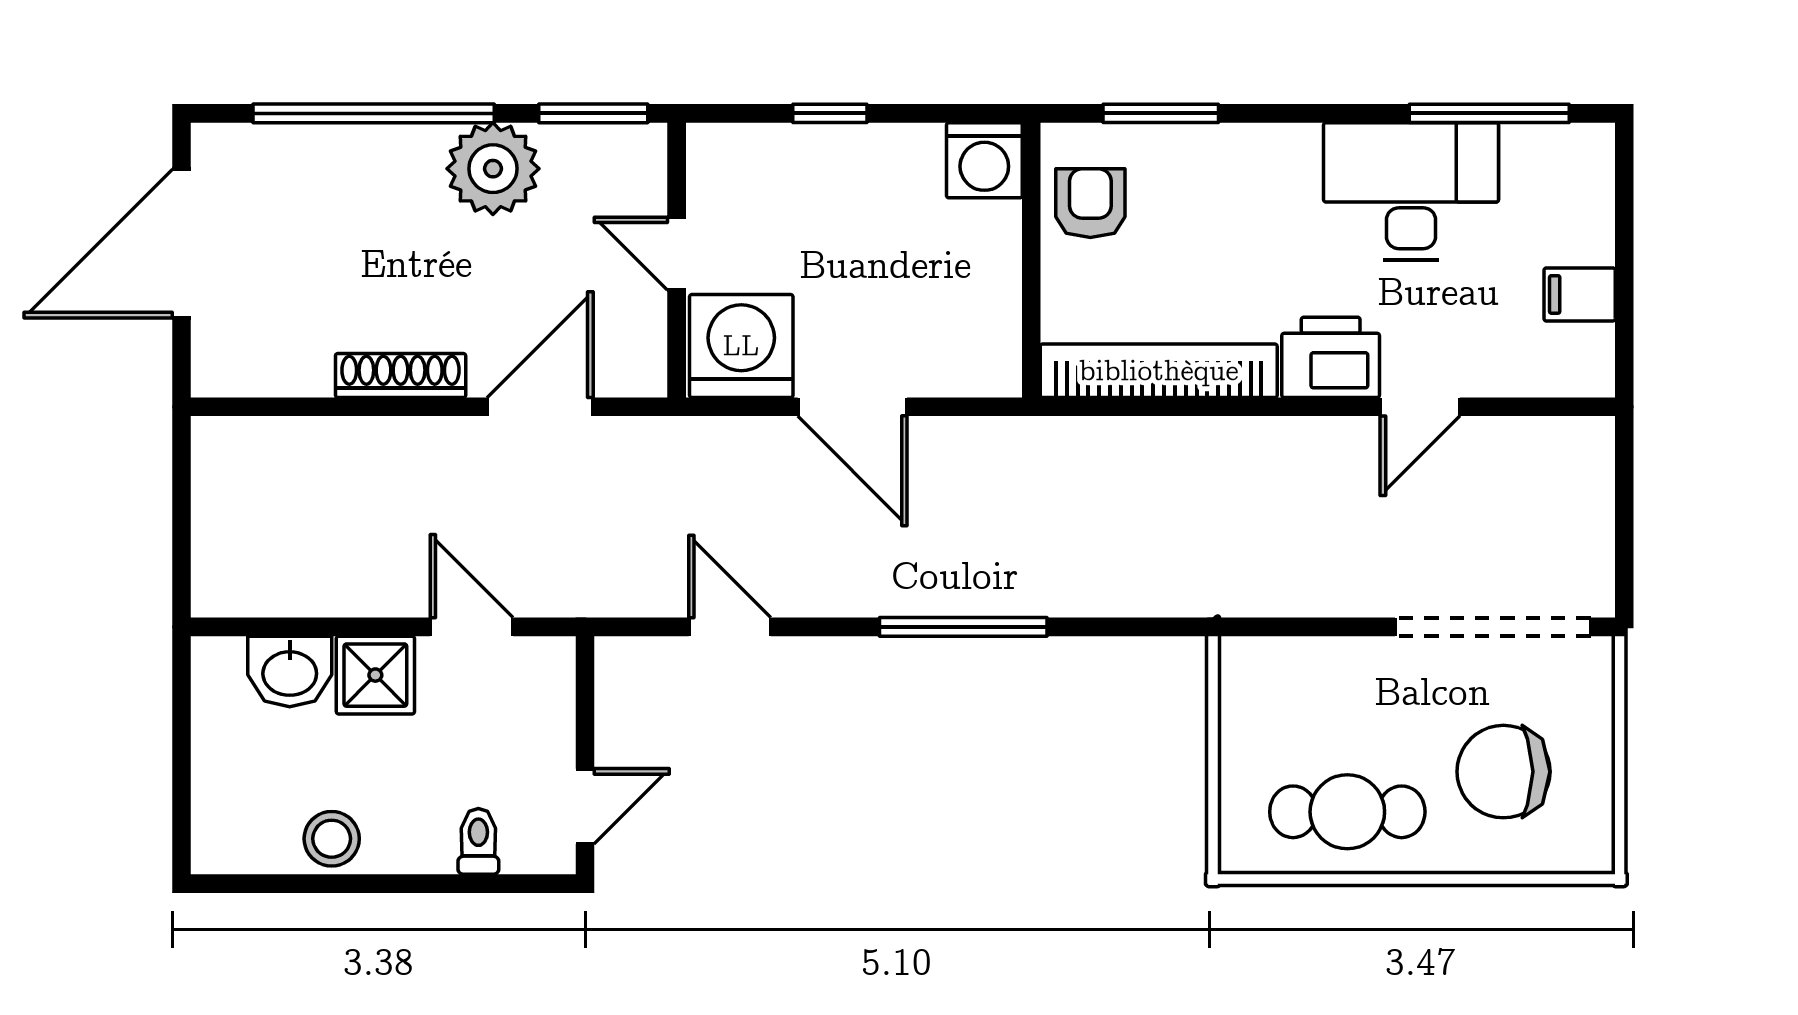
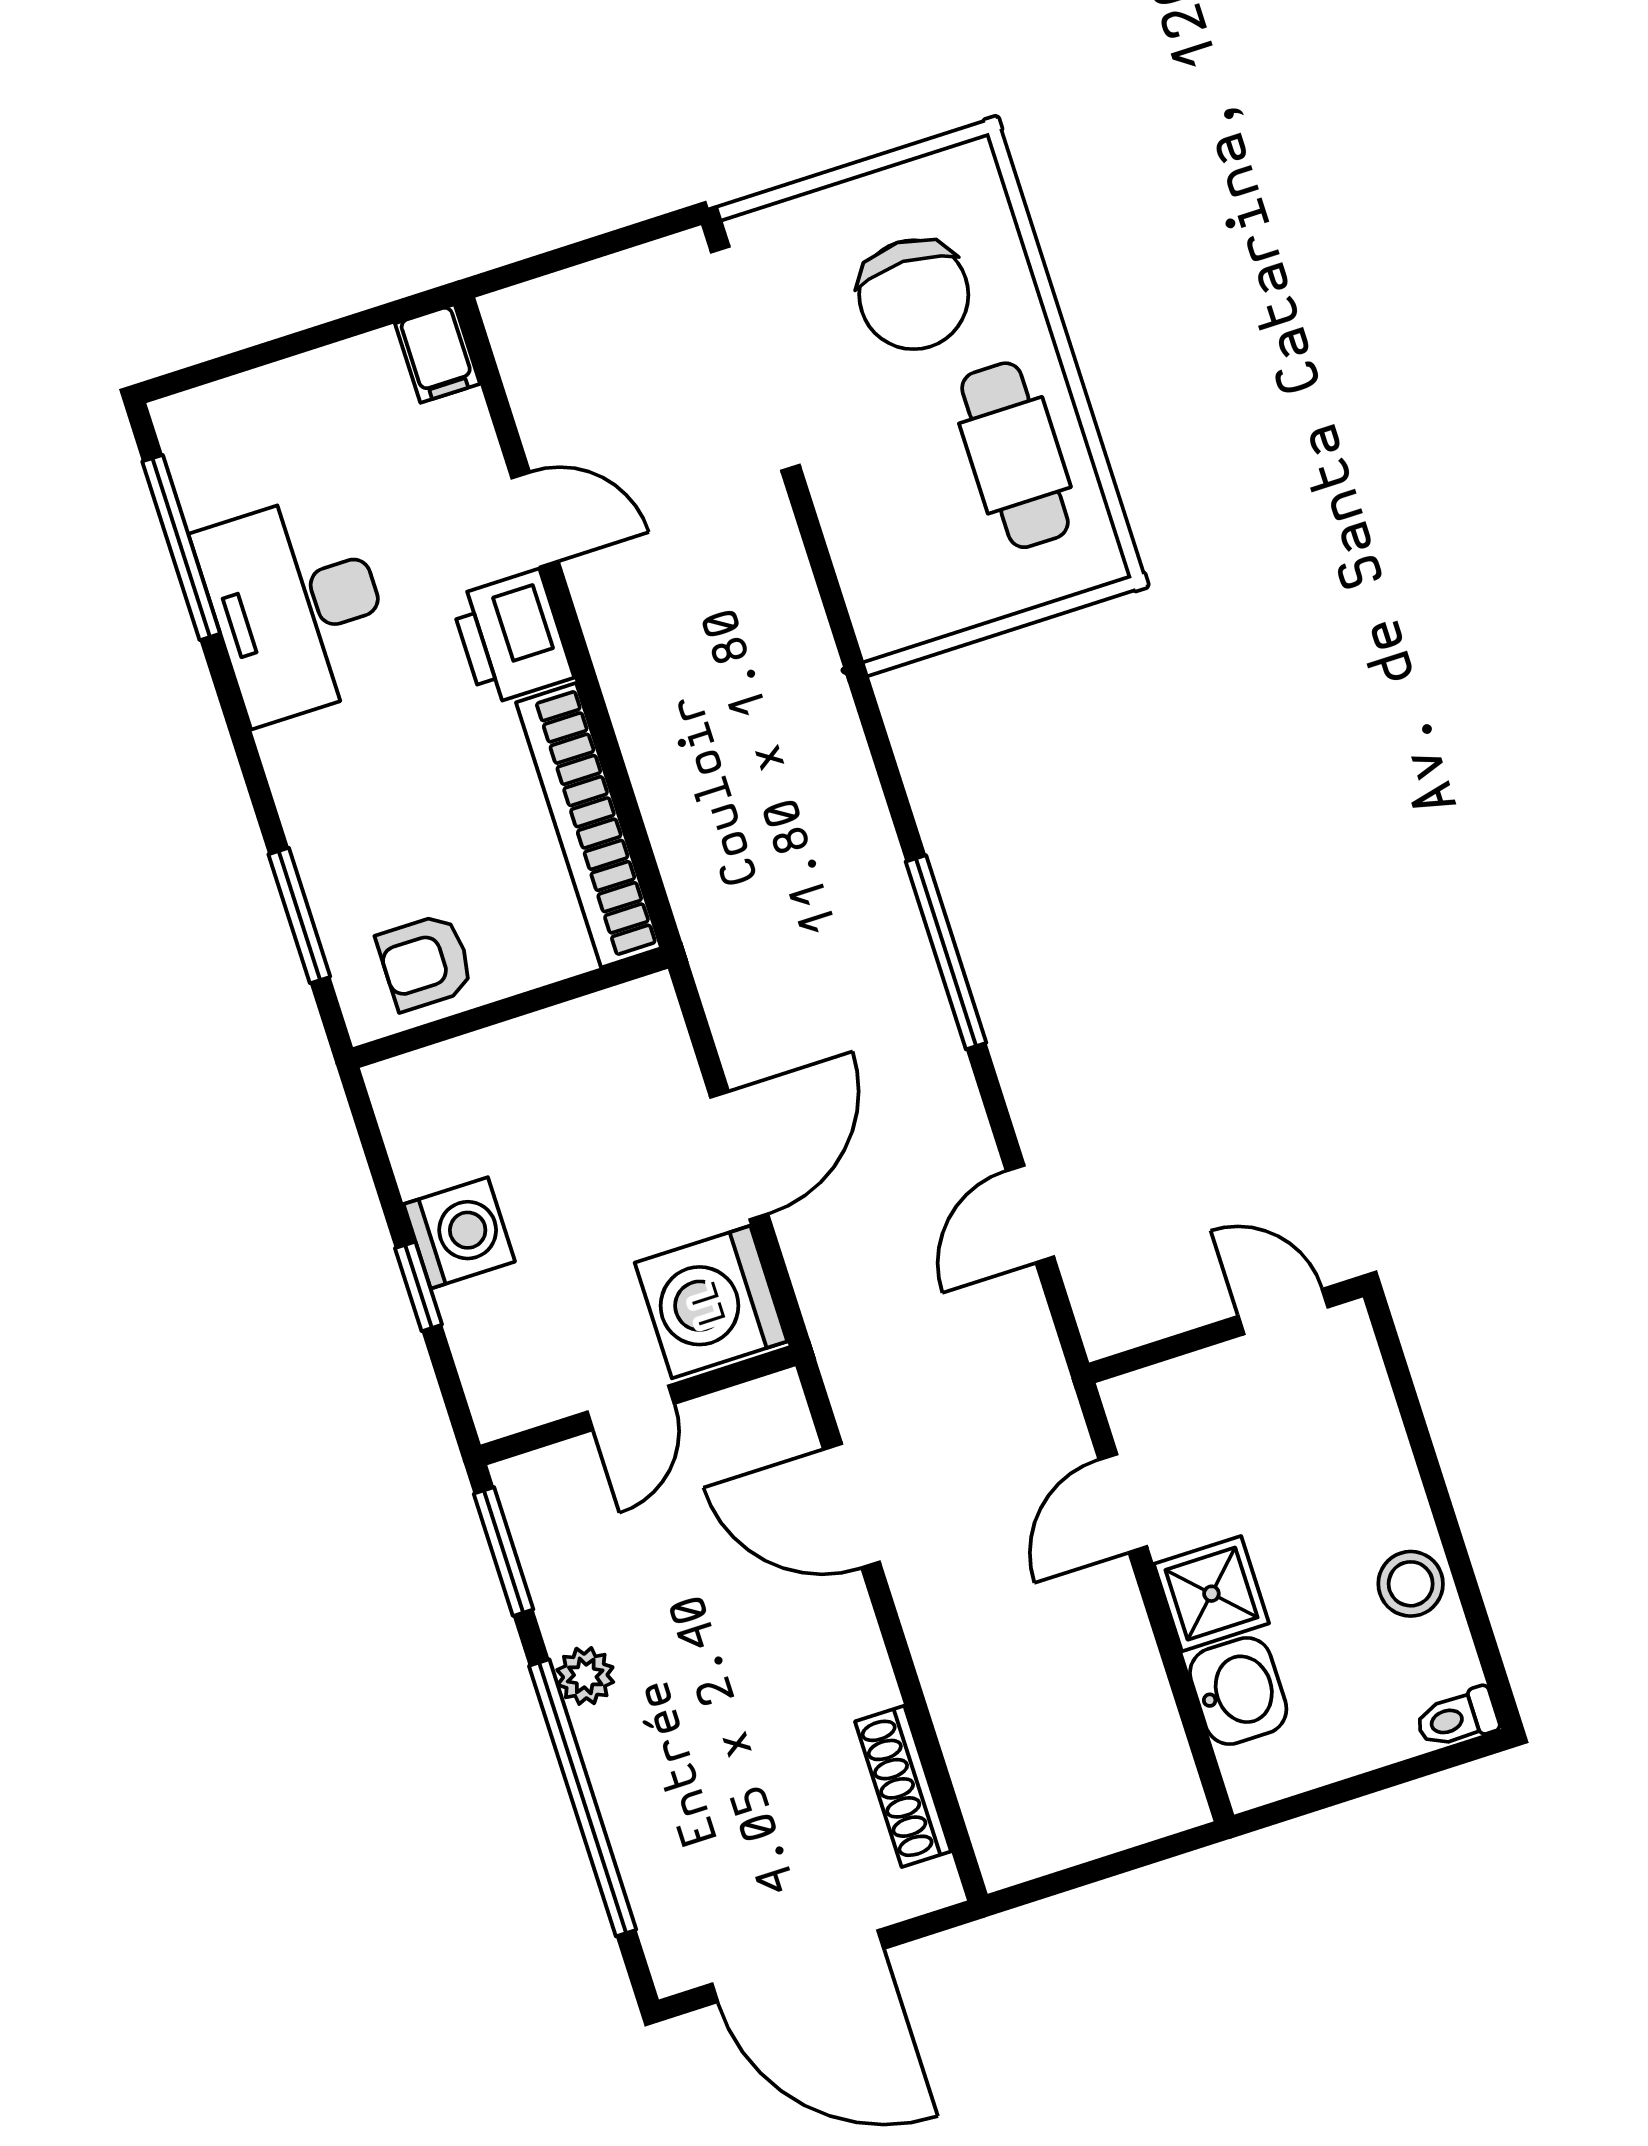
washing machine: (984, 160) -> (459, 1233), moved
plant: (493, 169) -> (585, 1676), width x0.53, depth x0.53
filing cabinet: (1580, 294) -> (437, 354), moved
shoe rack: (401, 376) -> (903, 1786), moved
toilet: (478, 841) -> (1457, 1718), moved

